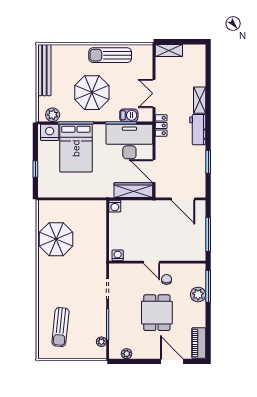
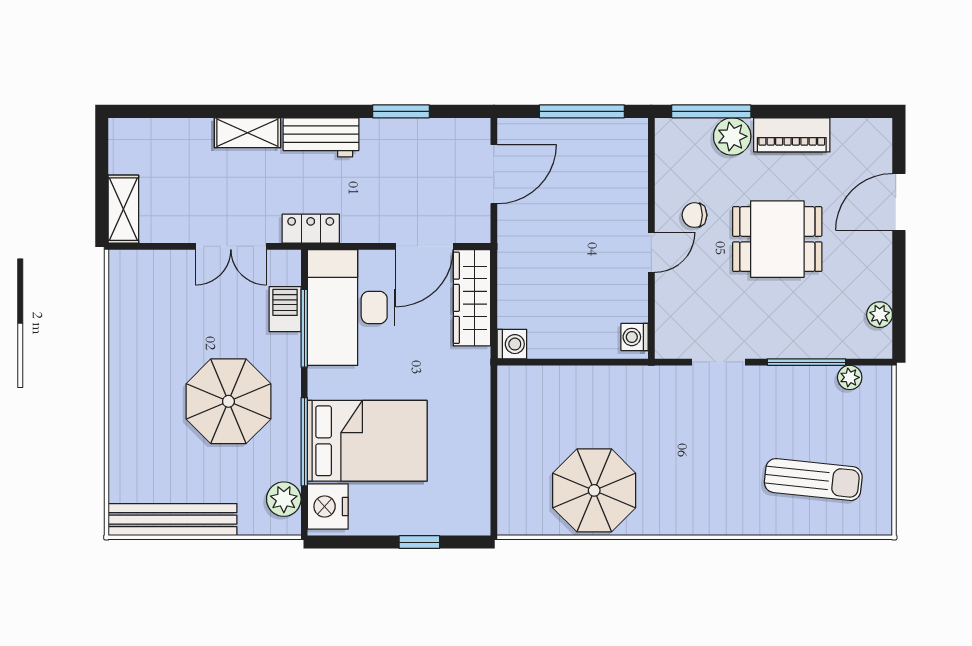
sun lounger: (110, 55) -> (135, 356), removed
piano: (199, 343) -> (792, 135), moved

